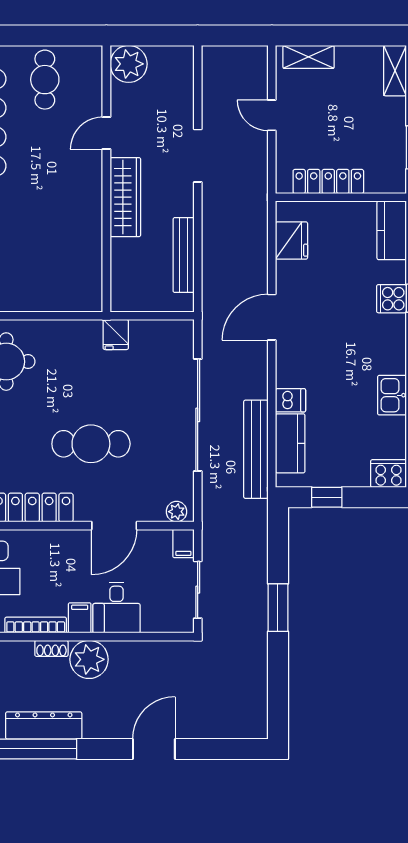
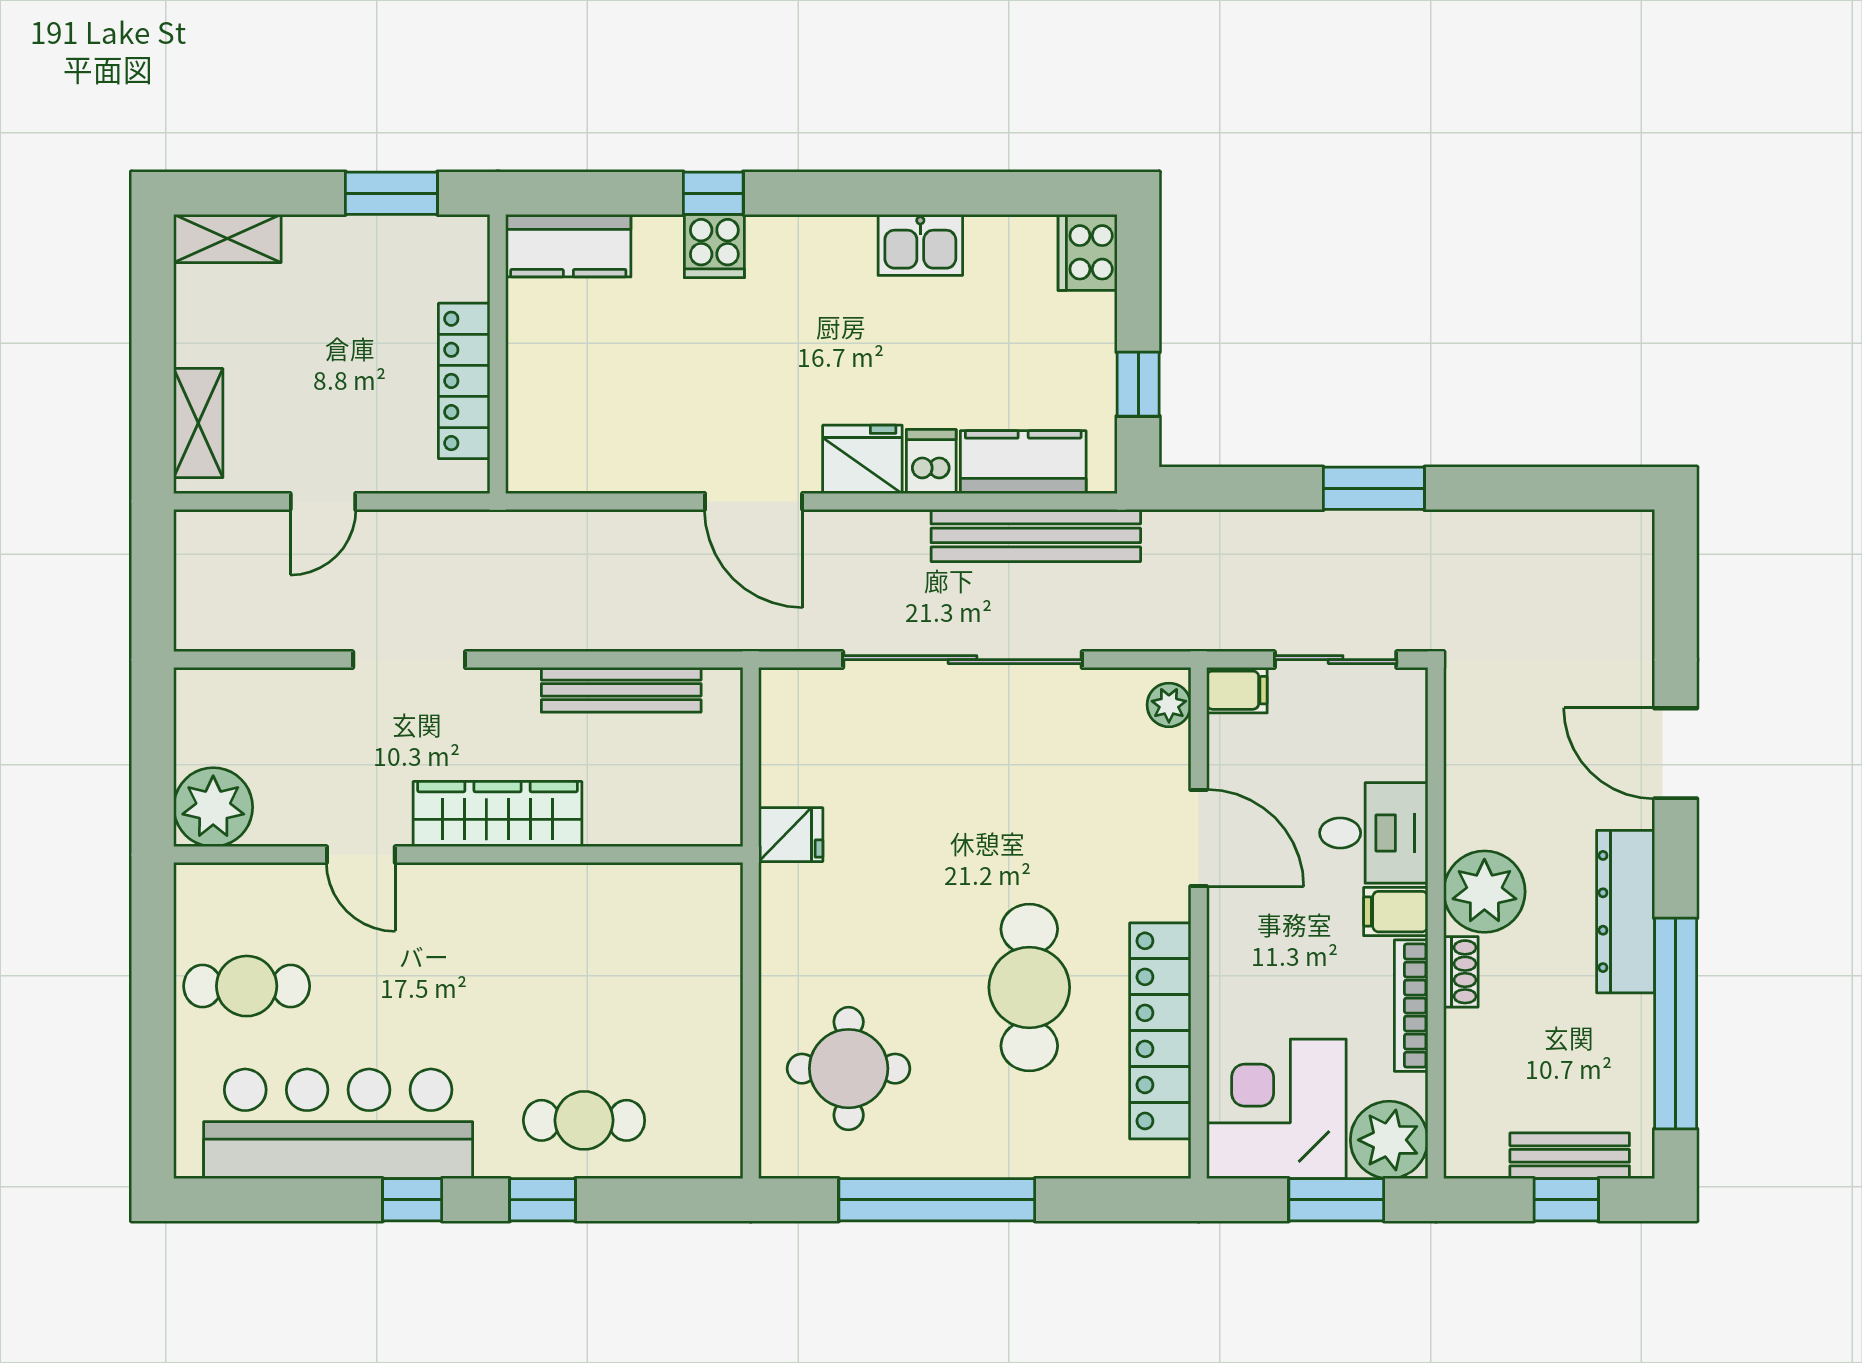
fridge: (292, 241) -> (862, 459), moved
cafe table: (91, 444) -> (1029, 987), moved
dresser: (44, 725) -> (1626, 912), moved

